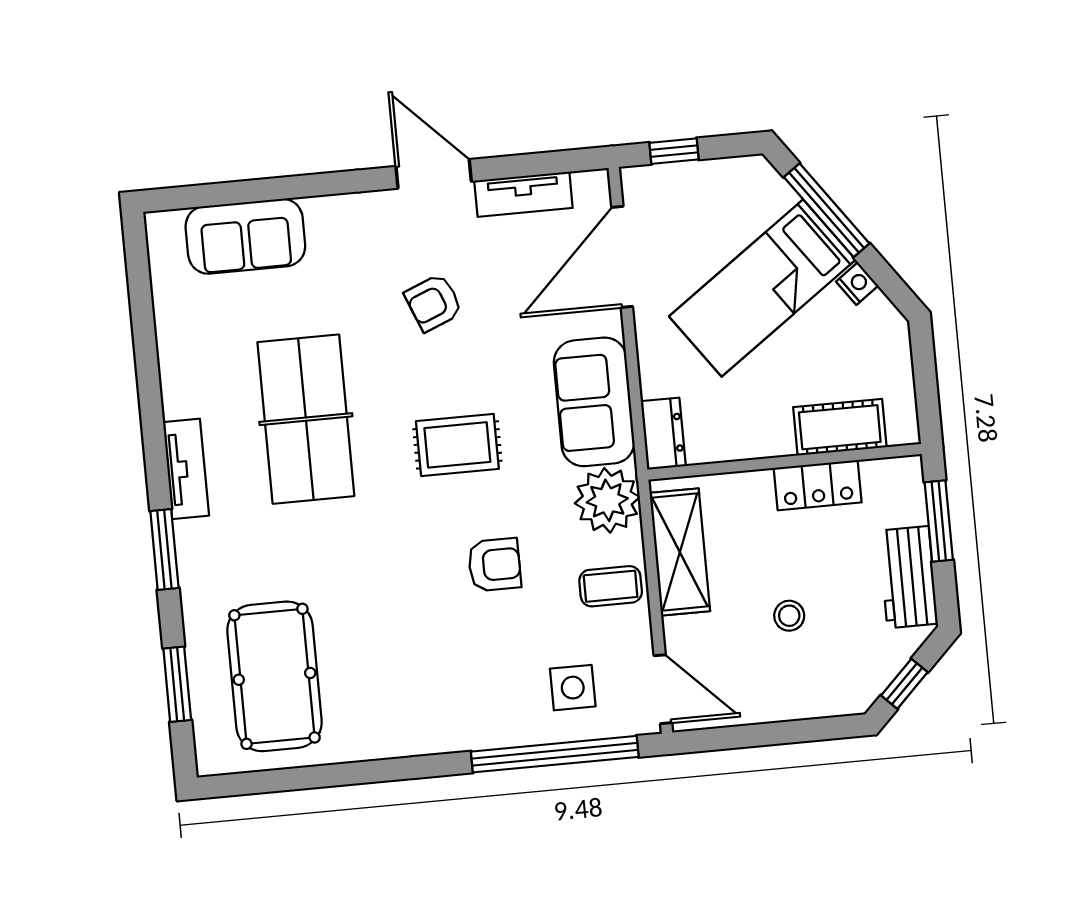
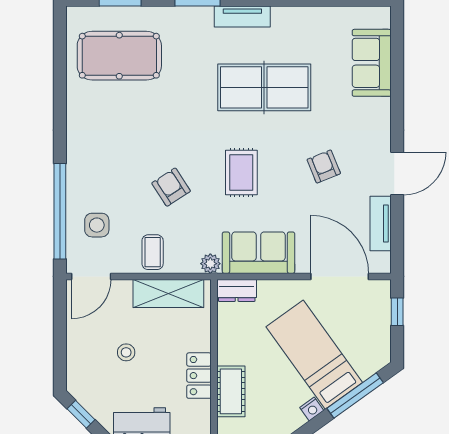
plant: (607, 500) -> (210, 264), width x0.53, depth x0.53
armchair: (494, 565) -> (171, 187), turned 147

